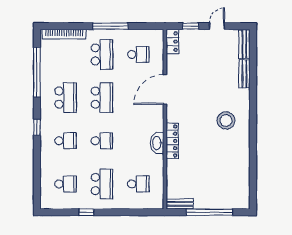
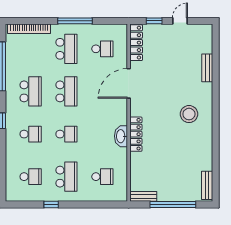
locker: (172, 42) -> (136, 43), width x1.53
bench: (244, 44) -> (207, 185), moved

